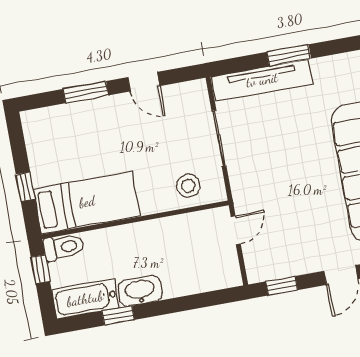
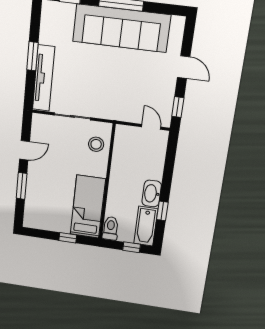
door: (236, 230) -> (151, 127), moved
window: (40, 269) -> (132, 247), moved

